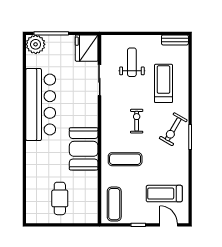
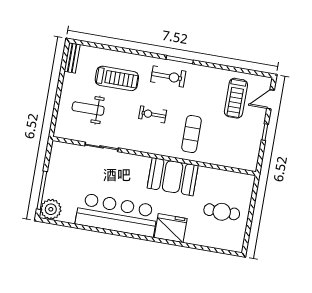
fridge: (87, 48) -> (171, 228), moved, turned 180
treadmill: (164, 83) -> (117, 78), turned 180
exercise bike: (173, 129) -> (168, 76), turned -30
exercise mat: (114, 204) -> (238, 154), removed

